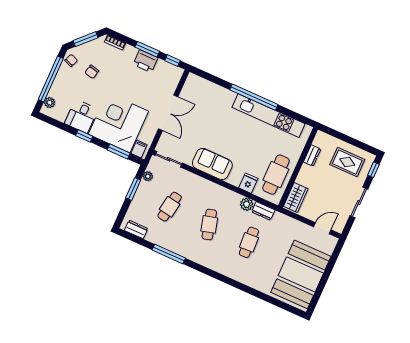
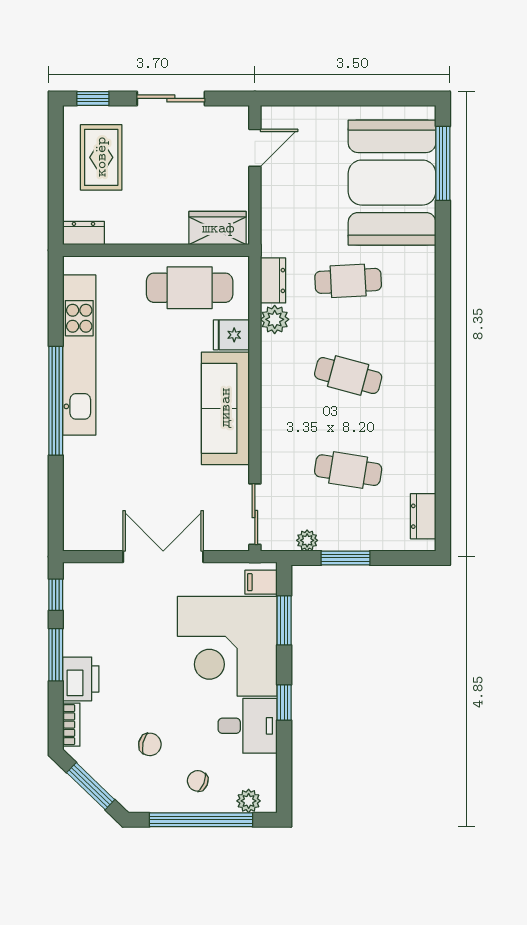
chair: (71, 60) -> (198, 781), moved
printer: (146, 61) -> (81, 679), moved
dresser: (312, 155) -> (83, 233), moved
sofa: (212, 164) -> (225, 408), width x1.36
cafe table: (209, 224) -> (348, 376), turned 30
door: (322, 228) -> (255, 148), swing flipped
window: (169, 254) -> (443, 163), moved
booth: (301, 274) -> (392, 183), moved, turned 90

